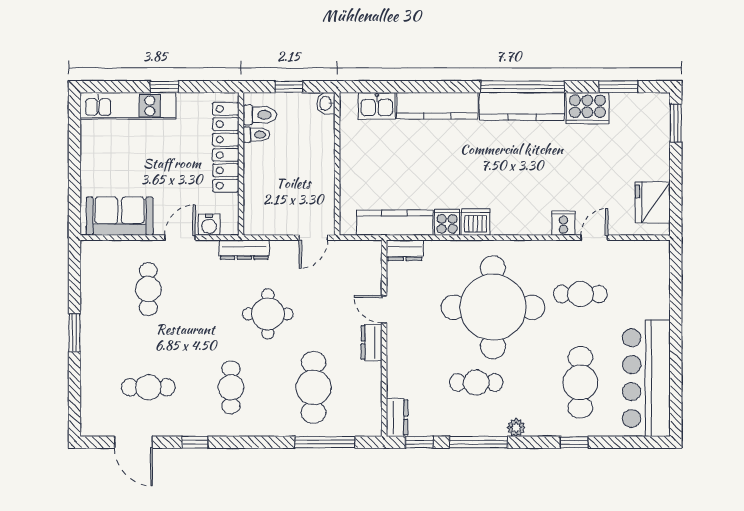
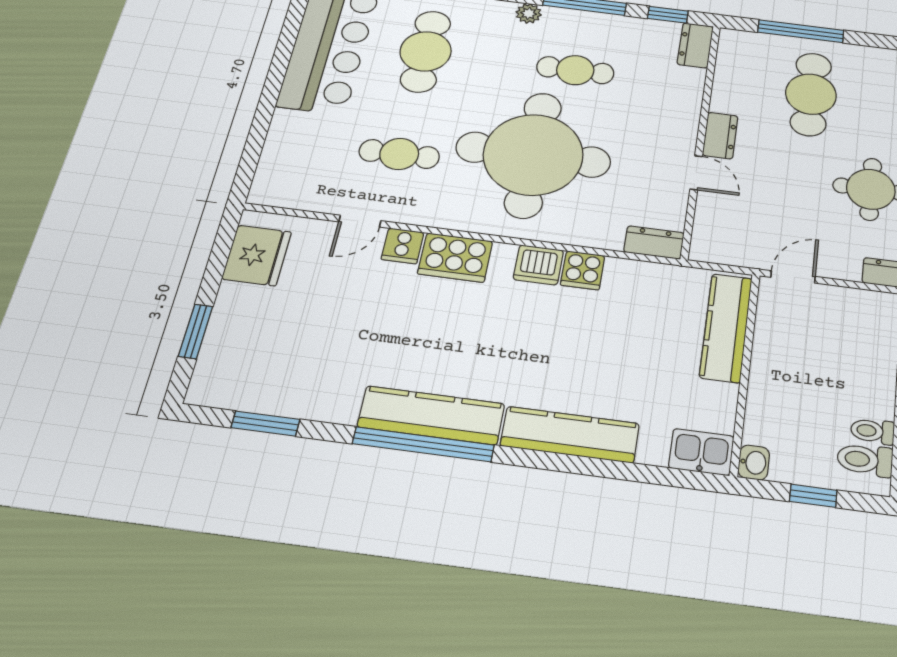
kitchen sink: (377, 106) -> (701, 452), moved
cooker: (587, 108) -> (455, 257), moved, turned 180
window: (676, 123) -> (196, 331), moved
kitchen counter: (395, 223) -> (726, 328), moved, turned 90

